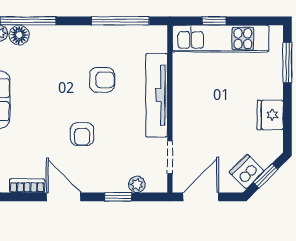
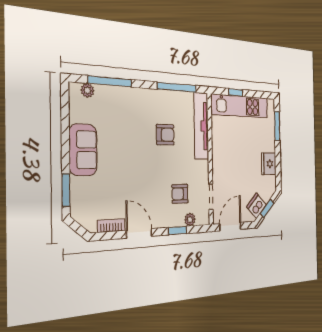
floor lamp: (19, 35) -> (103, 93), removed
tv unit: (157, 95) -> (201, 126), moved
armchair: (82, 134) -> (180, 194), moved, turned 90

